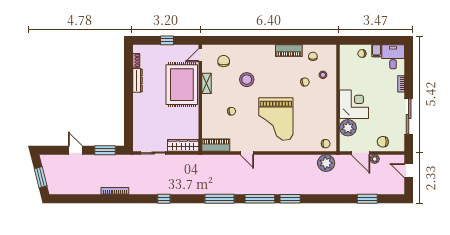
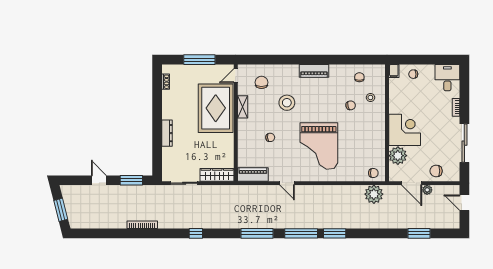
window: (167, 40) -> (199, 60), width x2.17
piano: (289, 51) -> (314, 71), moved
filing cabinet: (376, 51) -> (394, 71), moved
dresser: (138, 80) -> (167, 133), moved

